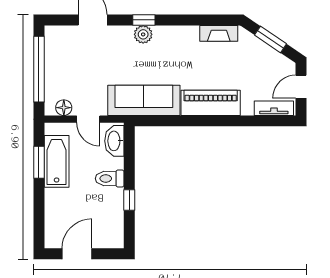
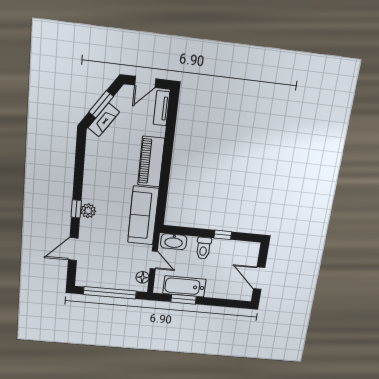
fireplace: (219, 33) -> (104, 120), moved, turned 34
door: (301, 87) -> (145, 82), hinge flipped
door: (88, 119) -> (154, 260), hinge flipped

